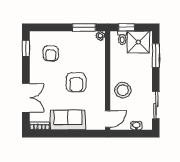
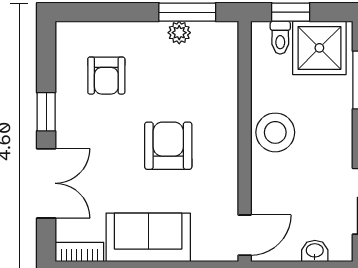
plant: (100, 36) -> (179, 33), moved
window: (26, 49) -> (46, 112), moved
armchair: (76, 82) -> (168, 146), turned 180
stool: (123, 90) -> (275, 132), moved

